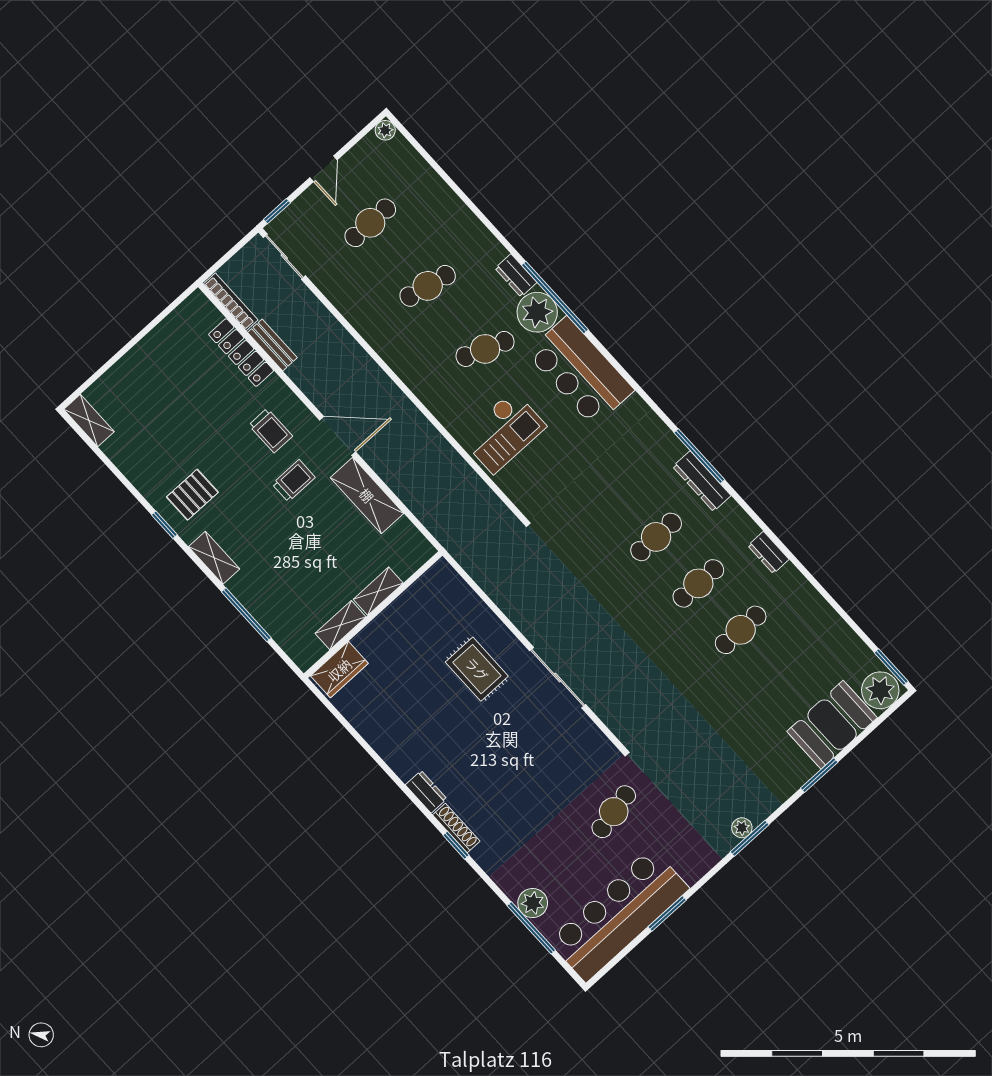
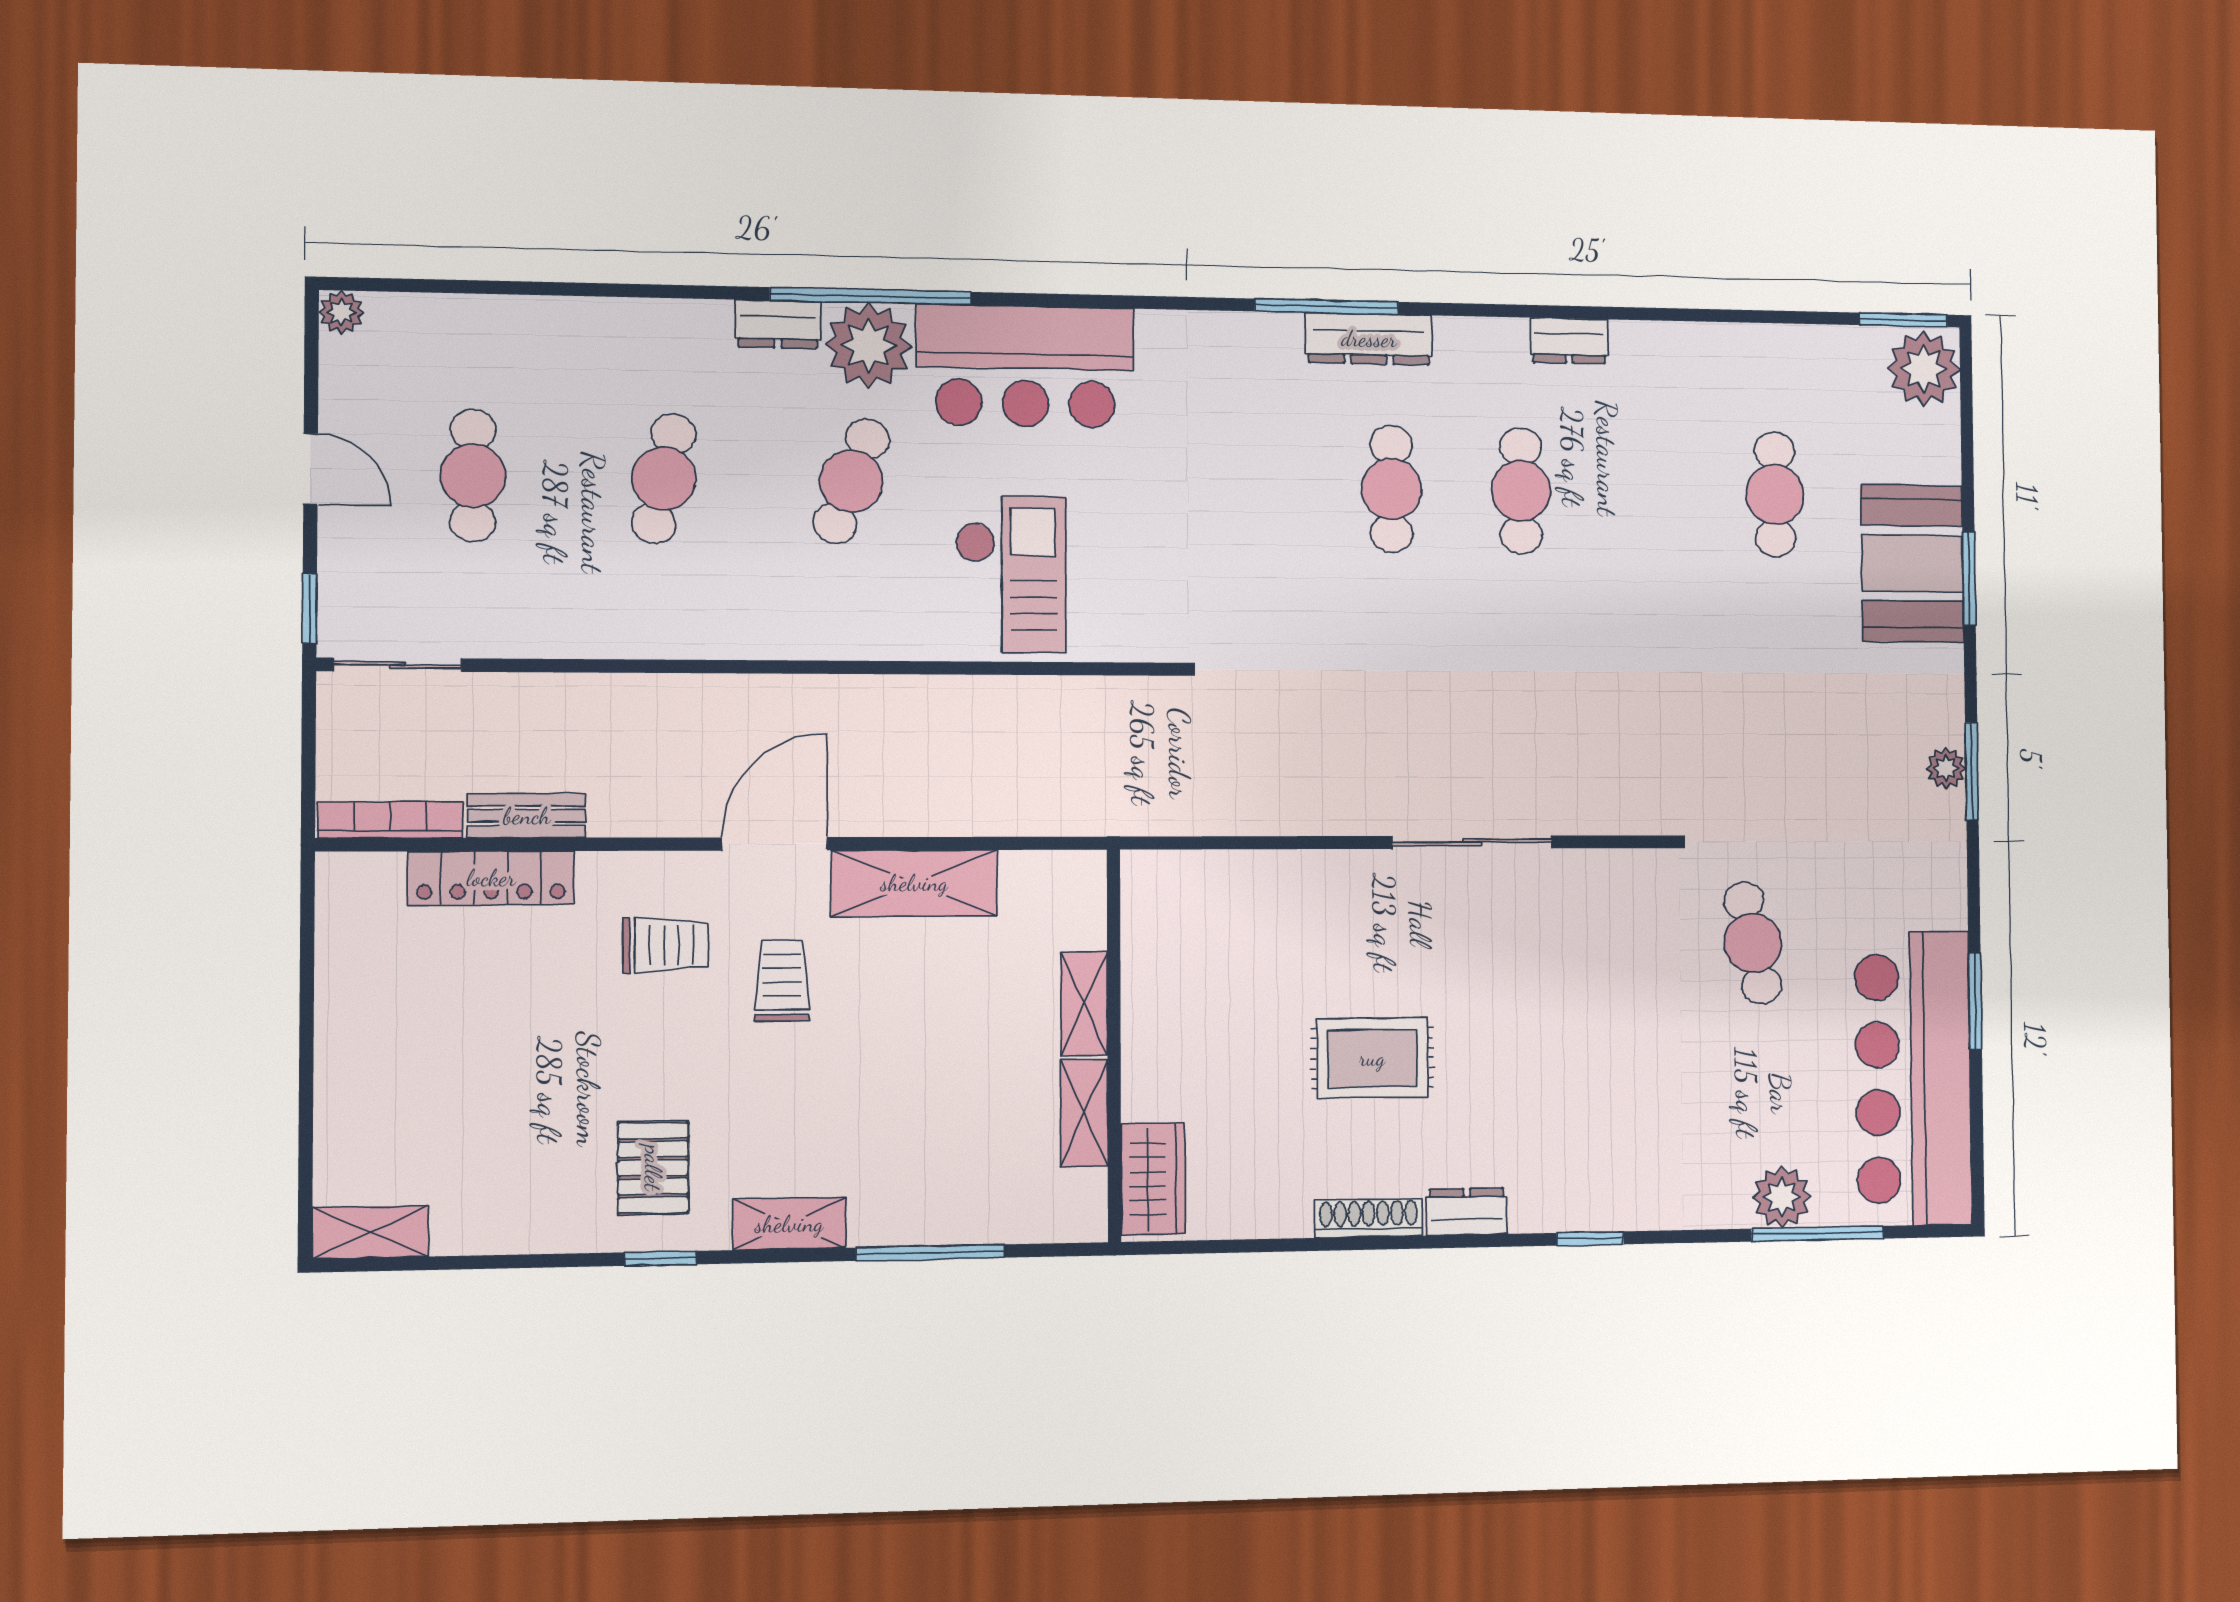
cafe table: (741, 630) -> (1775, 494), moved
rug: (477, 669) -> (1372, 1058), moved
booth: (832, 725) -> (1912, 563), moved
shoe rack: (456, 828) -> (1369, 1218), moved

